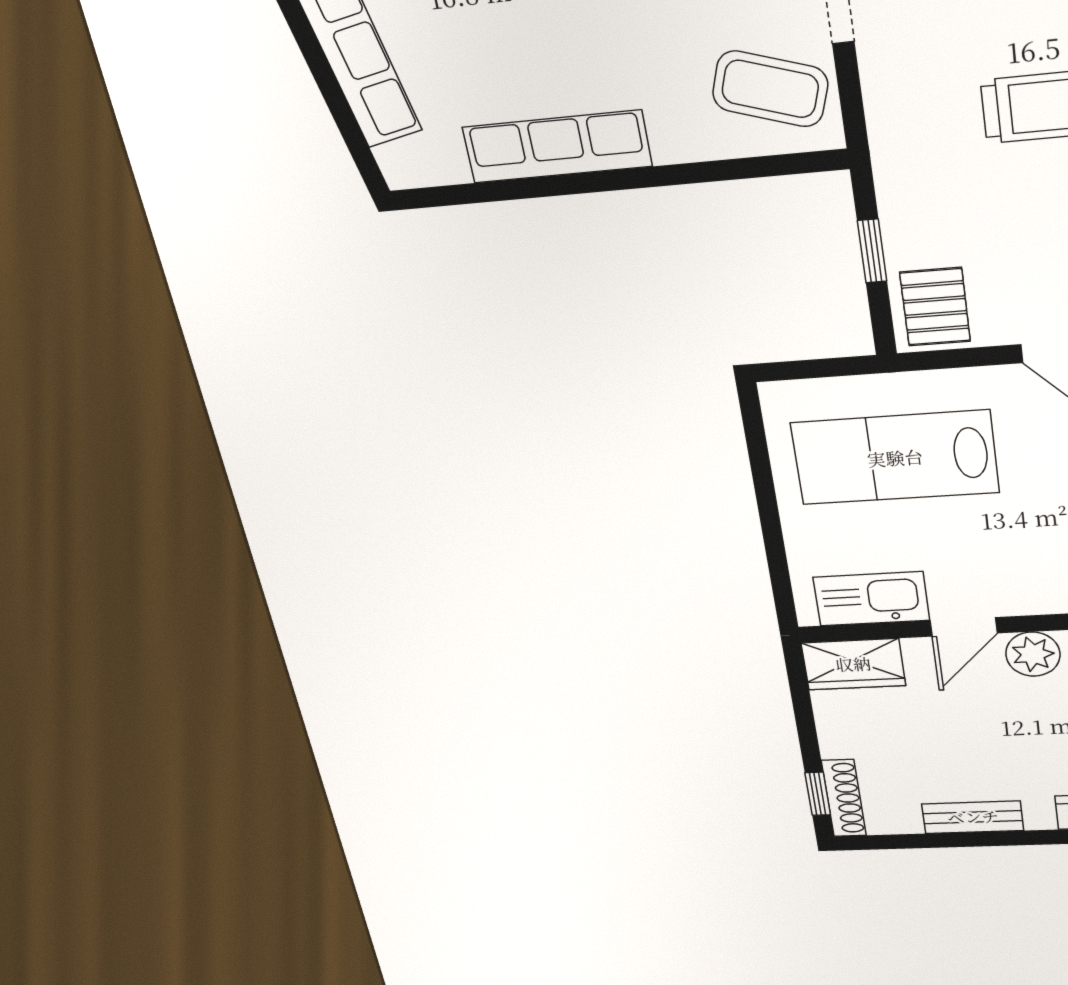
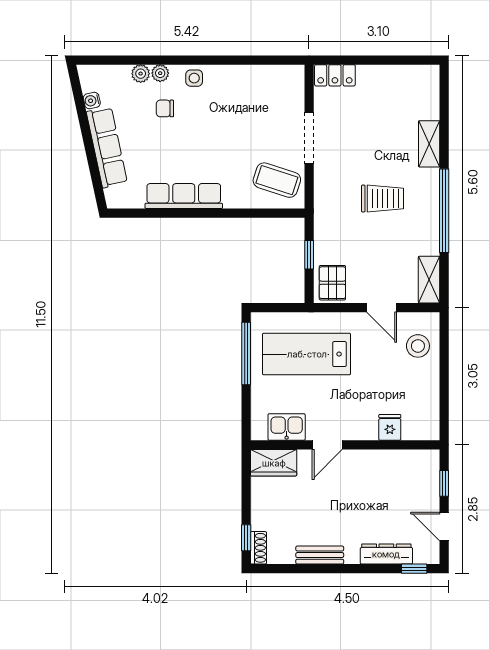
window: (760, 465) -> (246, 353), added
kitchen sink: (871, 599) -> (287, 427), width x0.73
plant: (1033, 654) -> (357, 462), removed
shoe rack: (844, 798) -> (258, 548), width x0.70

